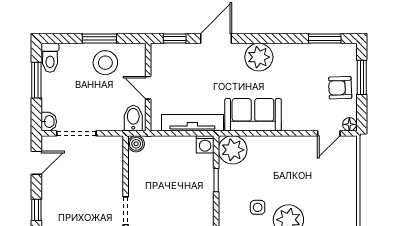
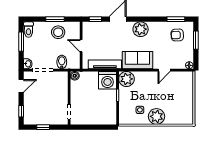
armchair: (340, 88) -> (177, 35), moved
bidet: (133, 118) -> (62, 62), moved
door: (329, 133) -> (164, 70), moved
washing machine: (205, 144) -> (108, 80), width x1.89, depth x1.89

